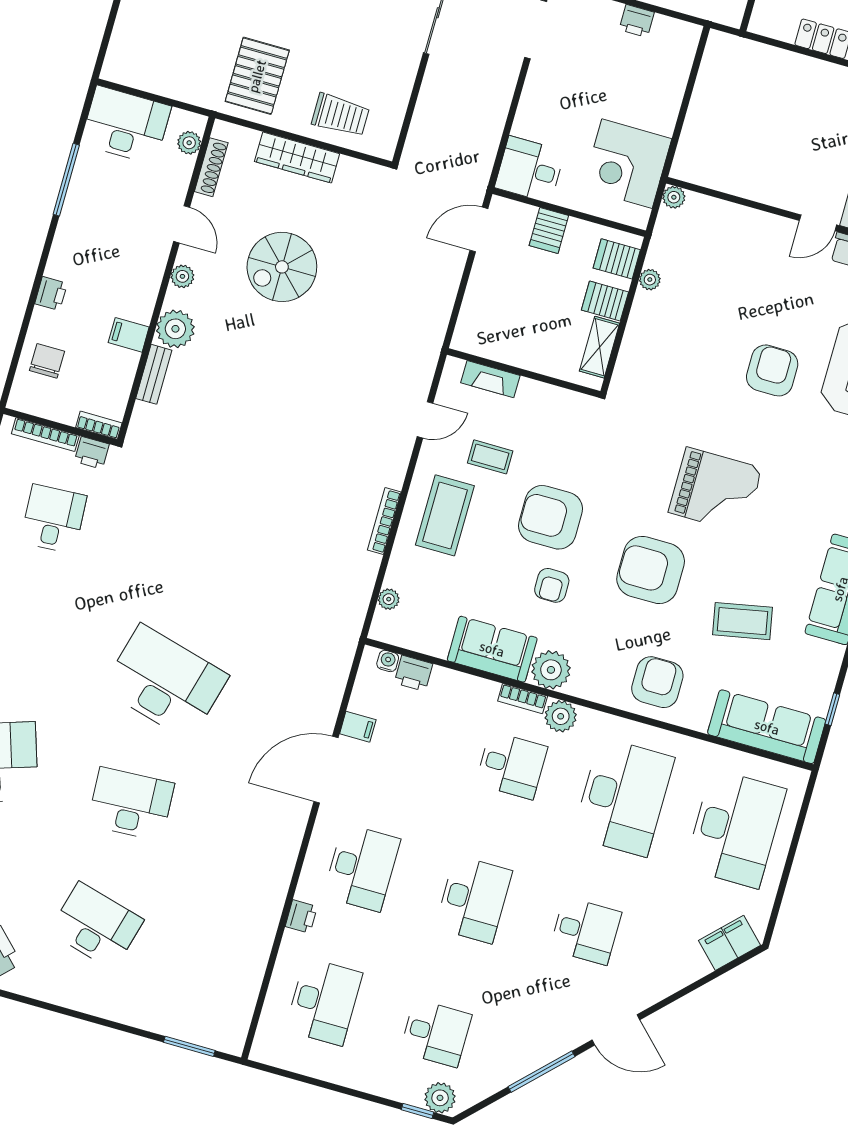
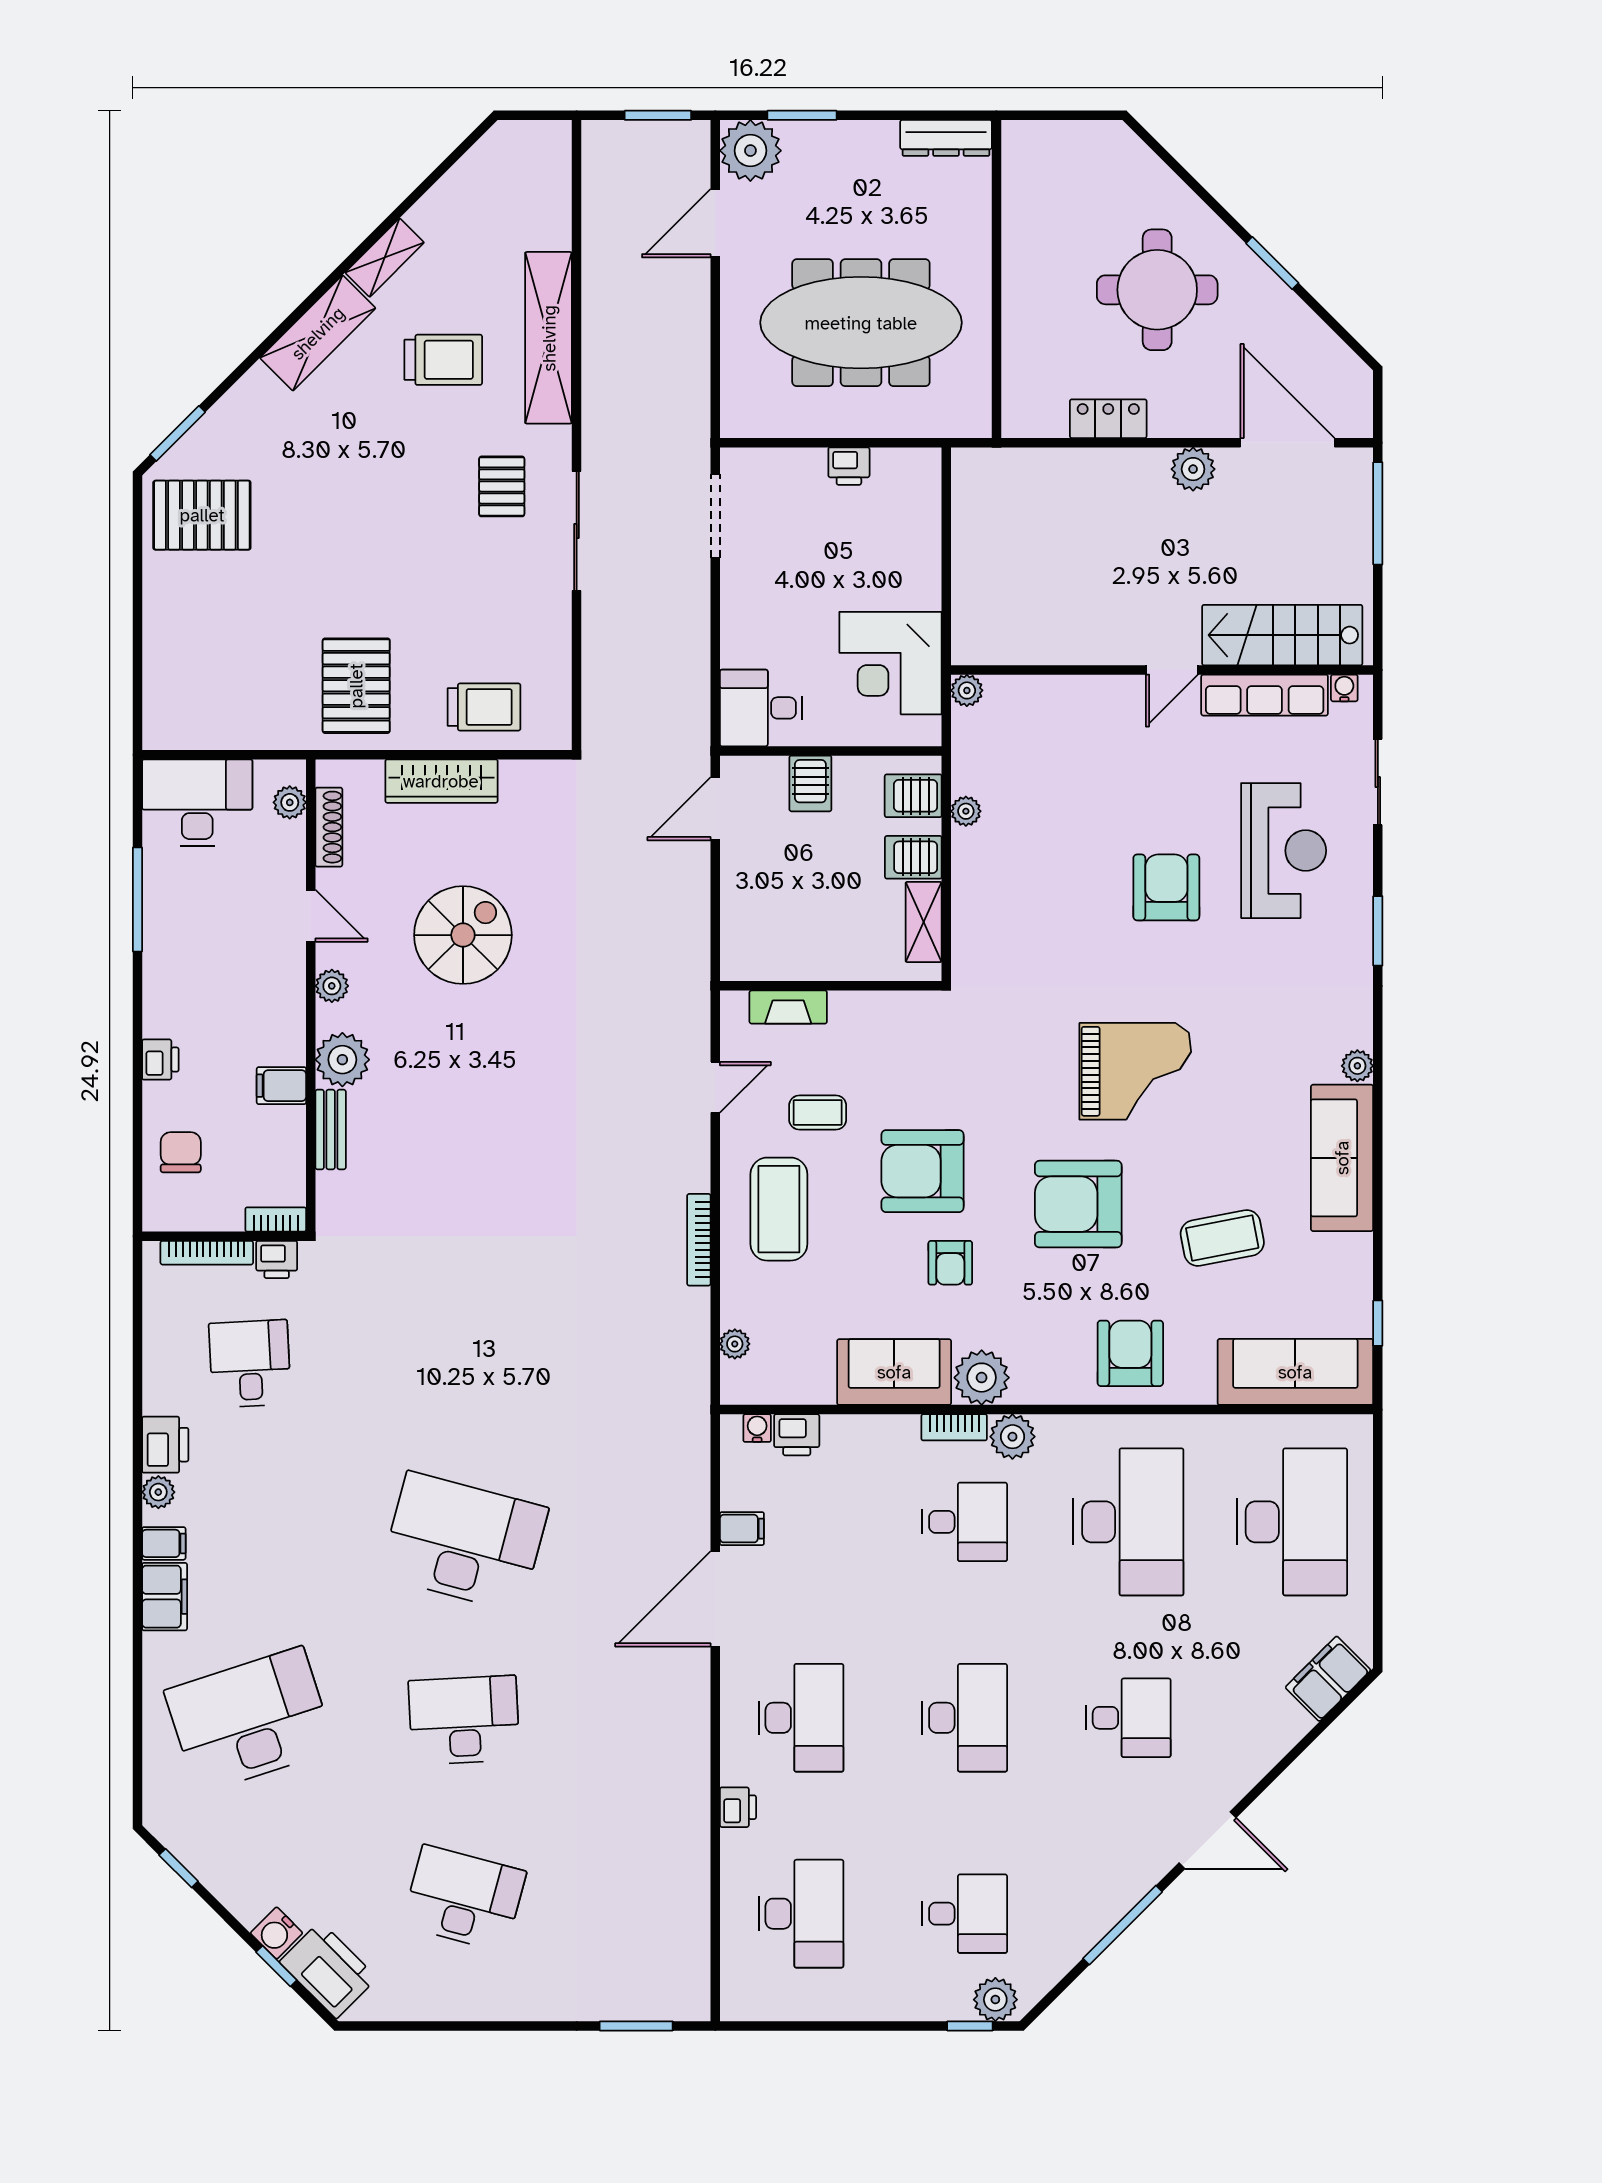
spiral stairs: (282, 267) -> (463, 935), turned 180

